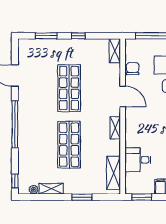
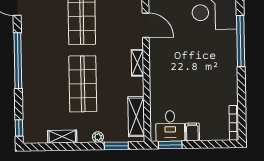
desk: (138, 160) -> (170, 126), moved, turned -90
plant: (34, 190) -> (98, 137), moved
window: (82, 197) -> (116, 146), moved

